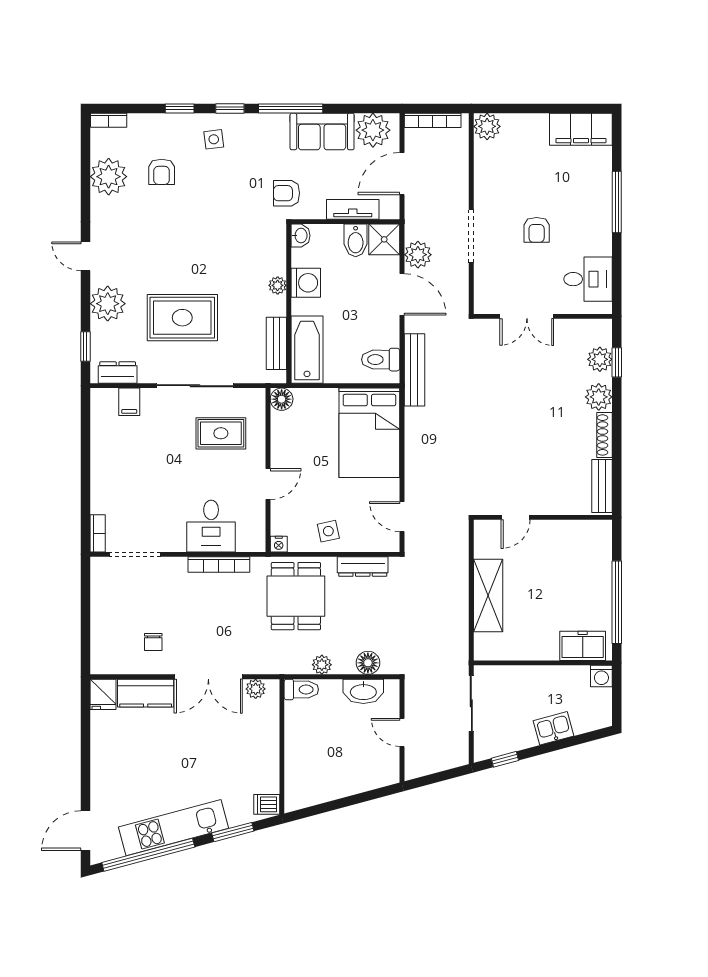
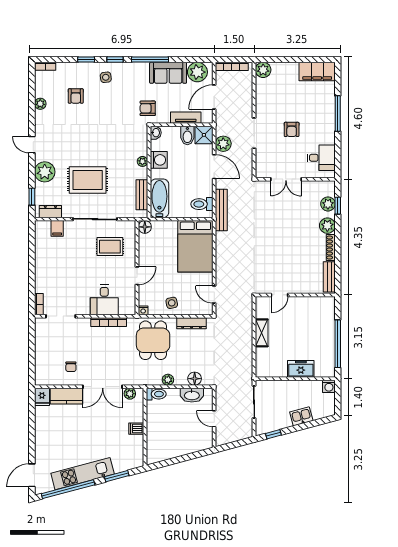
plant: (109, 177) -> (40, 104), width x0.53, depth x0.53
shelving: (488, 595) -> (262, 333), width x0.67, depth x0.75
freezer: (583, 646) -> (301, 369), moved
dishwasher: (267, 804) -> (136, 429), moved

